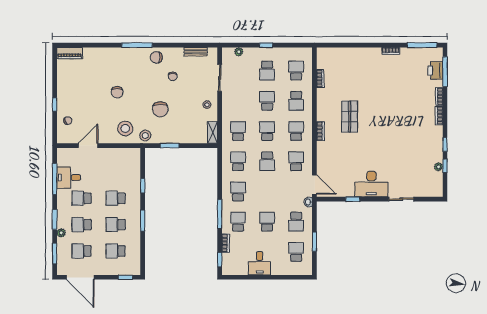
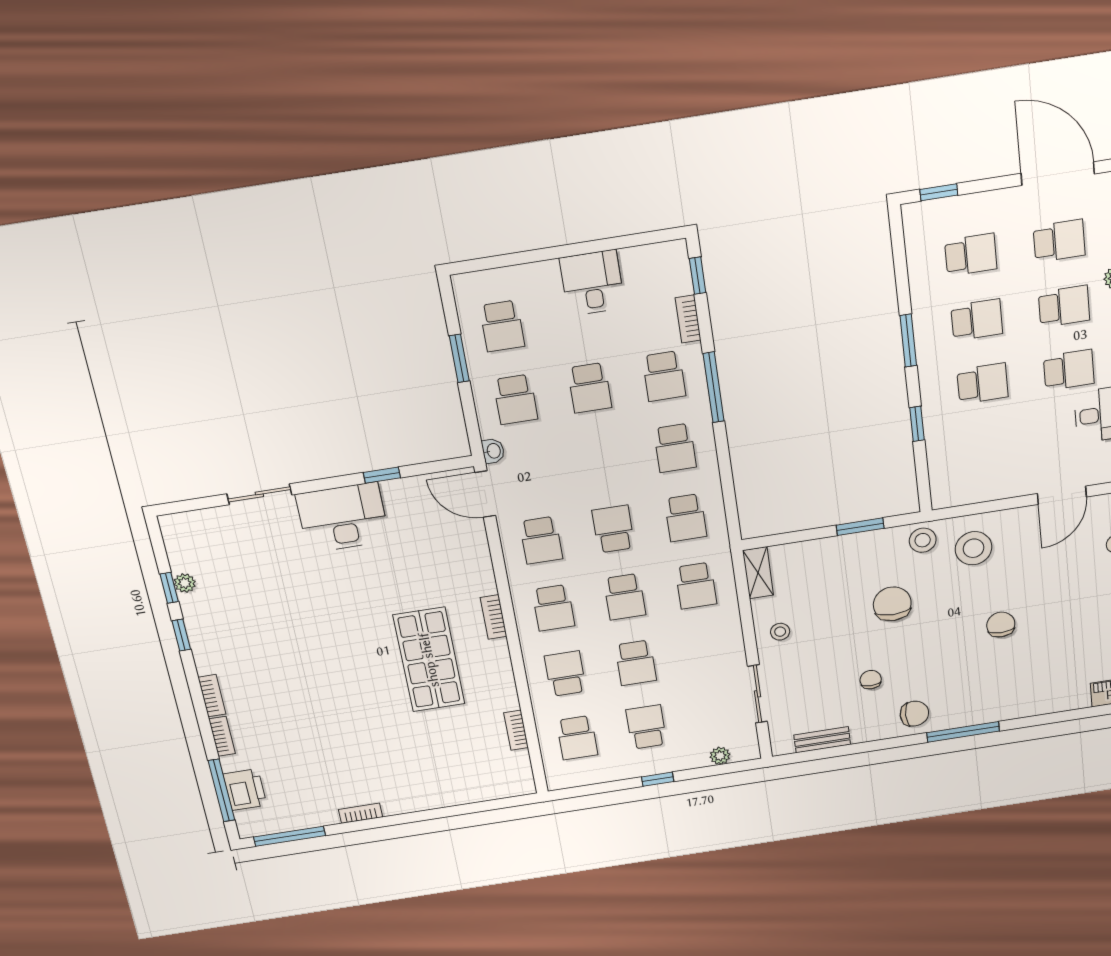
shop shelf: (350, 117) -> (429, 660), width x1.43, depth x1.36
school desk: (296, 222) -> (515, 399), turned 180

